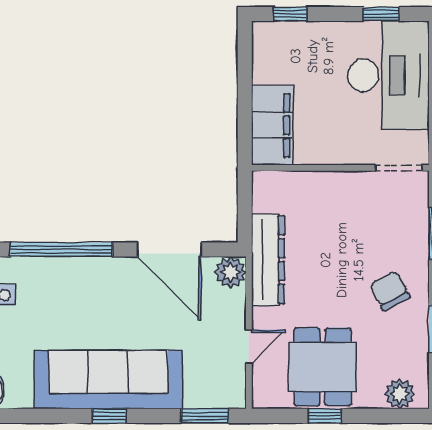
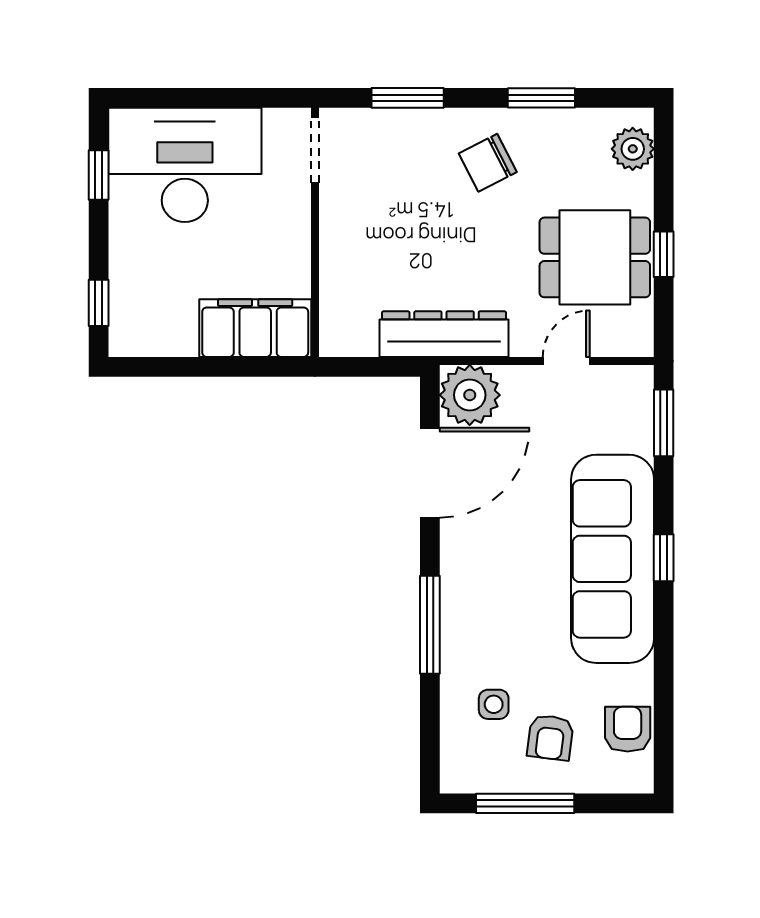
window: (61, 250) -> (430, 625), width x0.68
plant: (230, 272) -> (470, 395), width x1.36, depth x1.36
door: (249, 347) -> (566, 361), hinge flipped

